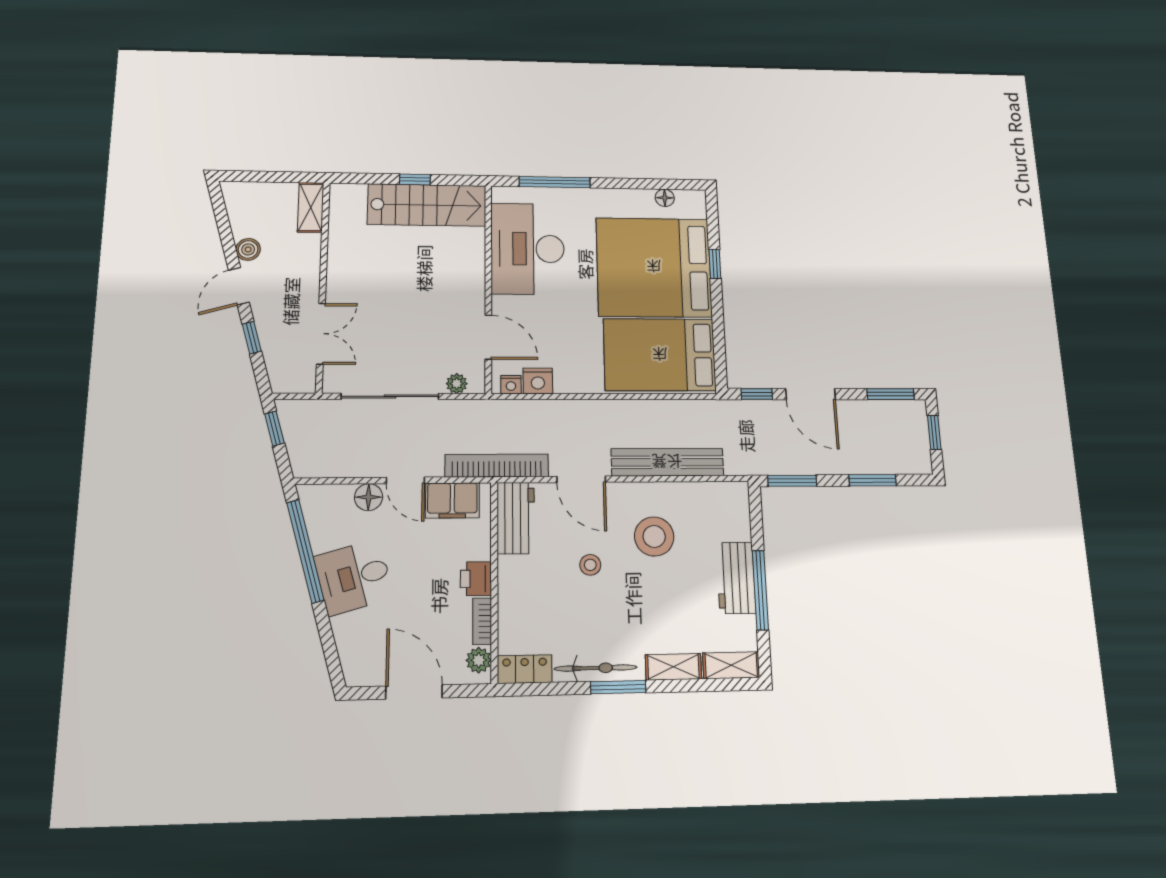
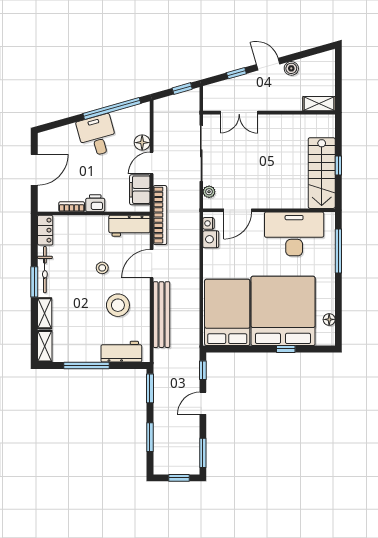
door: (811, 394) -> (203, 403), width x0.73
workbench: (736, 578) -> (121, 352), moved
plant: (479, 660) -> (51, 205), removed

